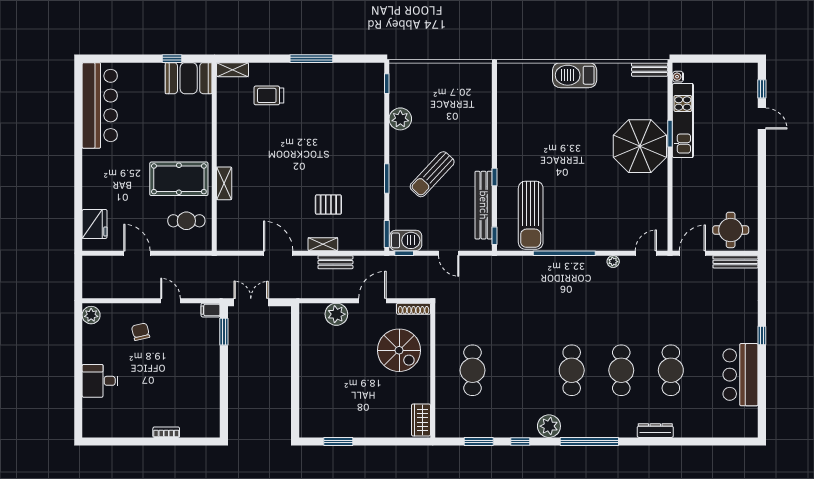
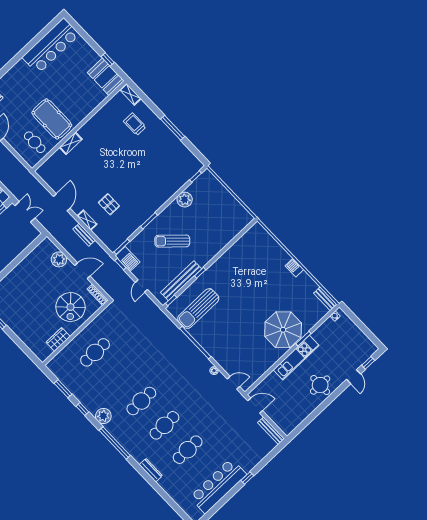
barbecue: (575, 75) -> (294, 268), width x0.53, depth x0.65
kitchen unit: (683, 121) -> (296, 358), moved
round table: (731, 230) -> (320, 385), moved
bar counter: (740, 375) -> (218, 486), width x1.36
wardrobe: (421, 420) -> (58, 339), moved

